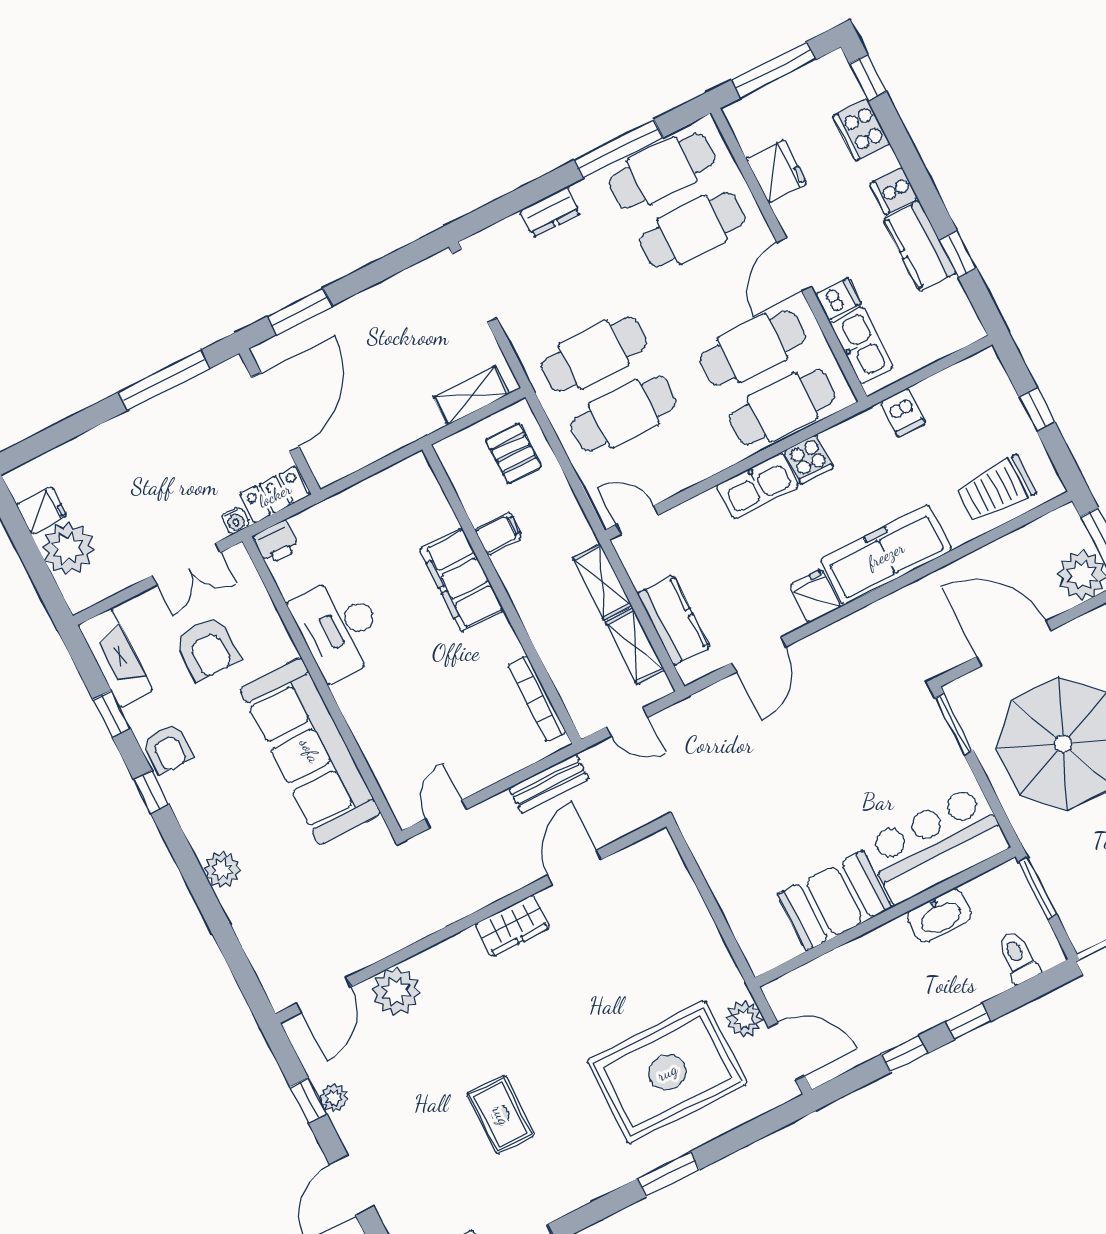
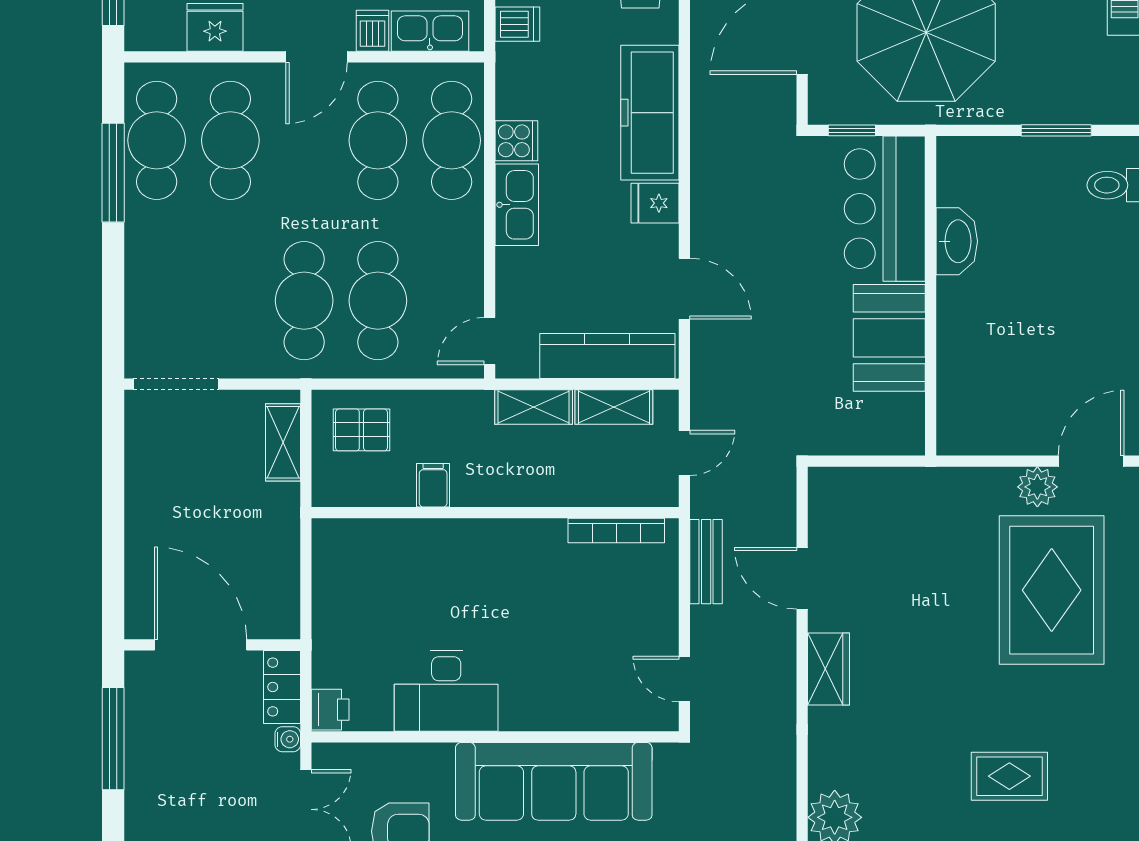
dresser: (550, 212) -> (141, 272), removed
door: (794, 265) -> (316, 57), hinge flipped
window: (300, 311) -> (113, 570), removed
filing cabinet: (462, 580) -> (461, 545), removed
kitchen counter: (673, 620) -> (607, 356), width x1.50
window: (954, 724) -> (852, 130), width x0.67
bar counter: (936, 845) -> (885, 209), moved
booth: (835, 901) -> (889, 338), moved
washbasin: (940, 916) -> (957, 241), moved
wall: (885, 917) -> (931, 296), moved

